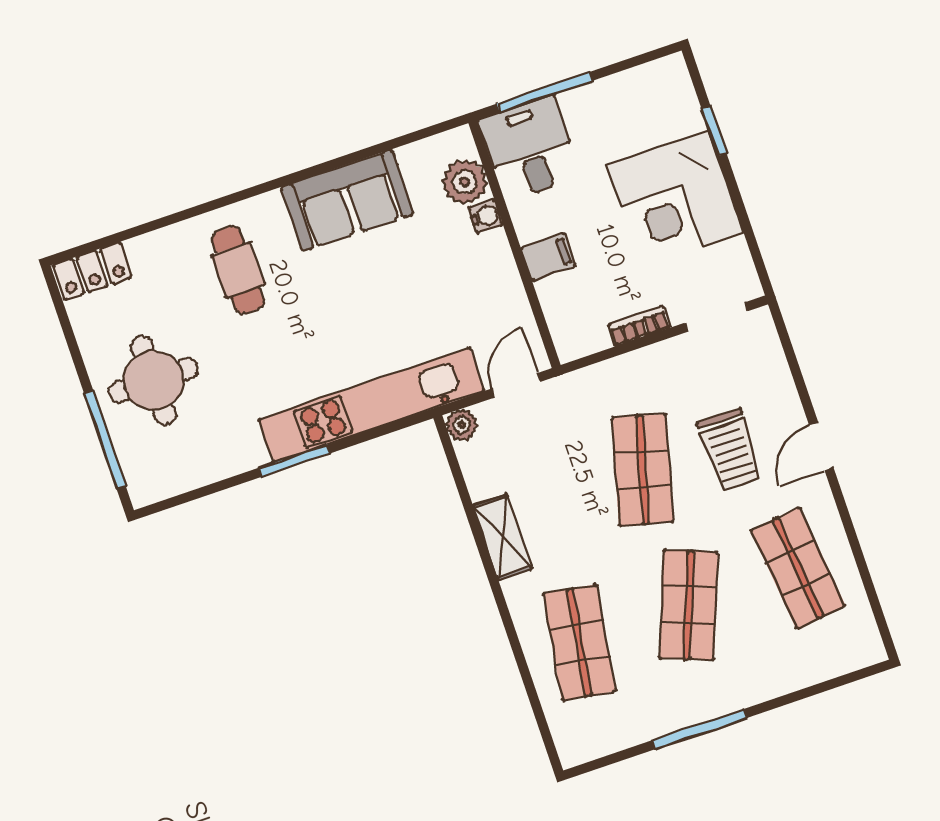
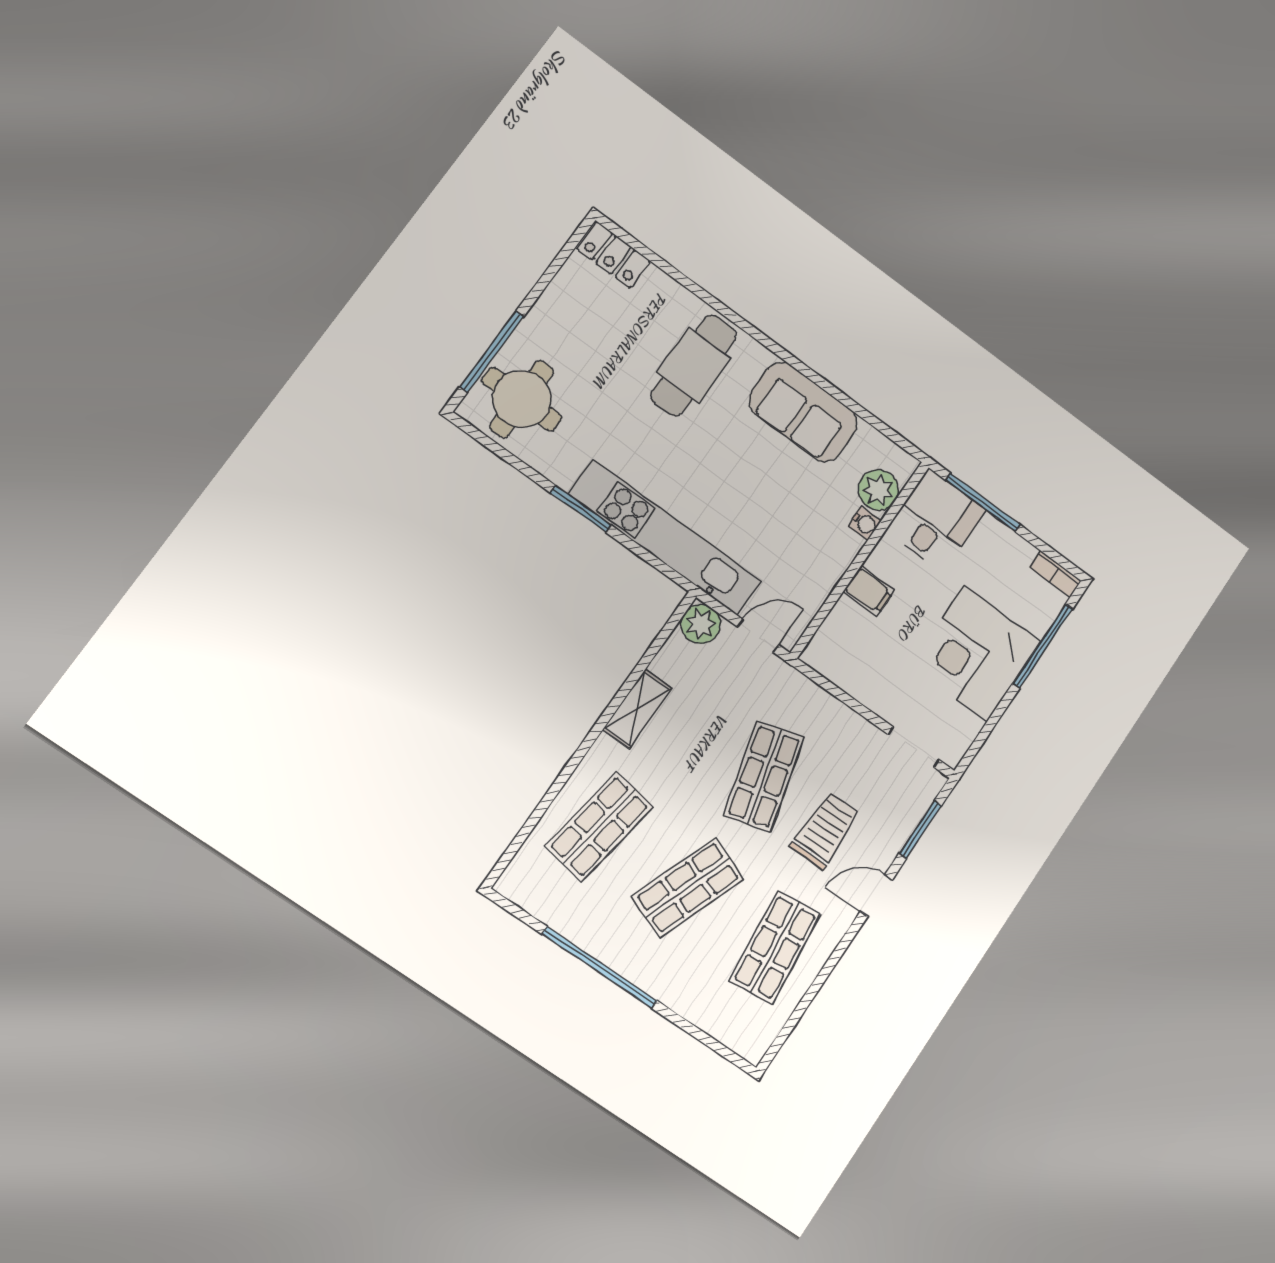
window: (714, 131) -> (1043, 646), width x2.17
cafe table: (238, 270) -> (694, 365), width x1.37, depth x1.35
bookcase: (639, 326) -> (1055, 574), moved, turned 180
window: (793, 364) -> (920, 830), added
round table: (153, 380) -> (522, 399), moved
plant: (462, 425) -> (701, 624), width x1.38, depth x1.38
trolley: (730, 450) -> (825, 830), turned 180
shop shelf: (643, 470) -> (764, 777), turned -30
window: (700, 729) -> (600, 968), width x1.46

